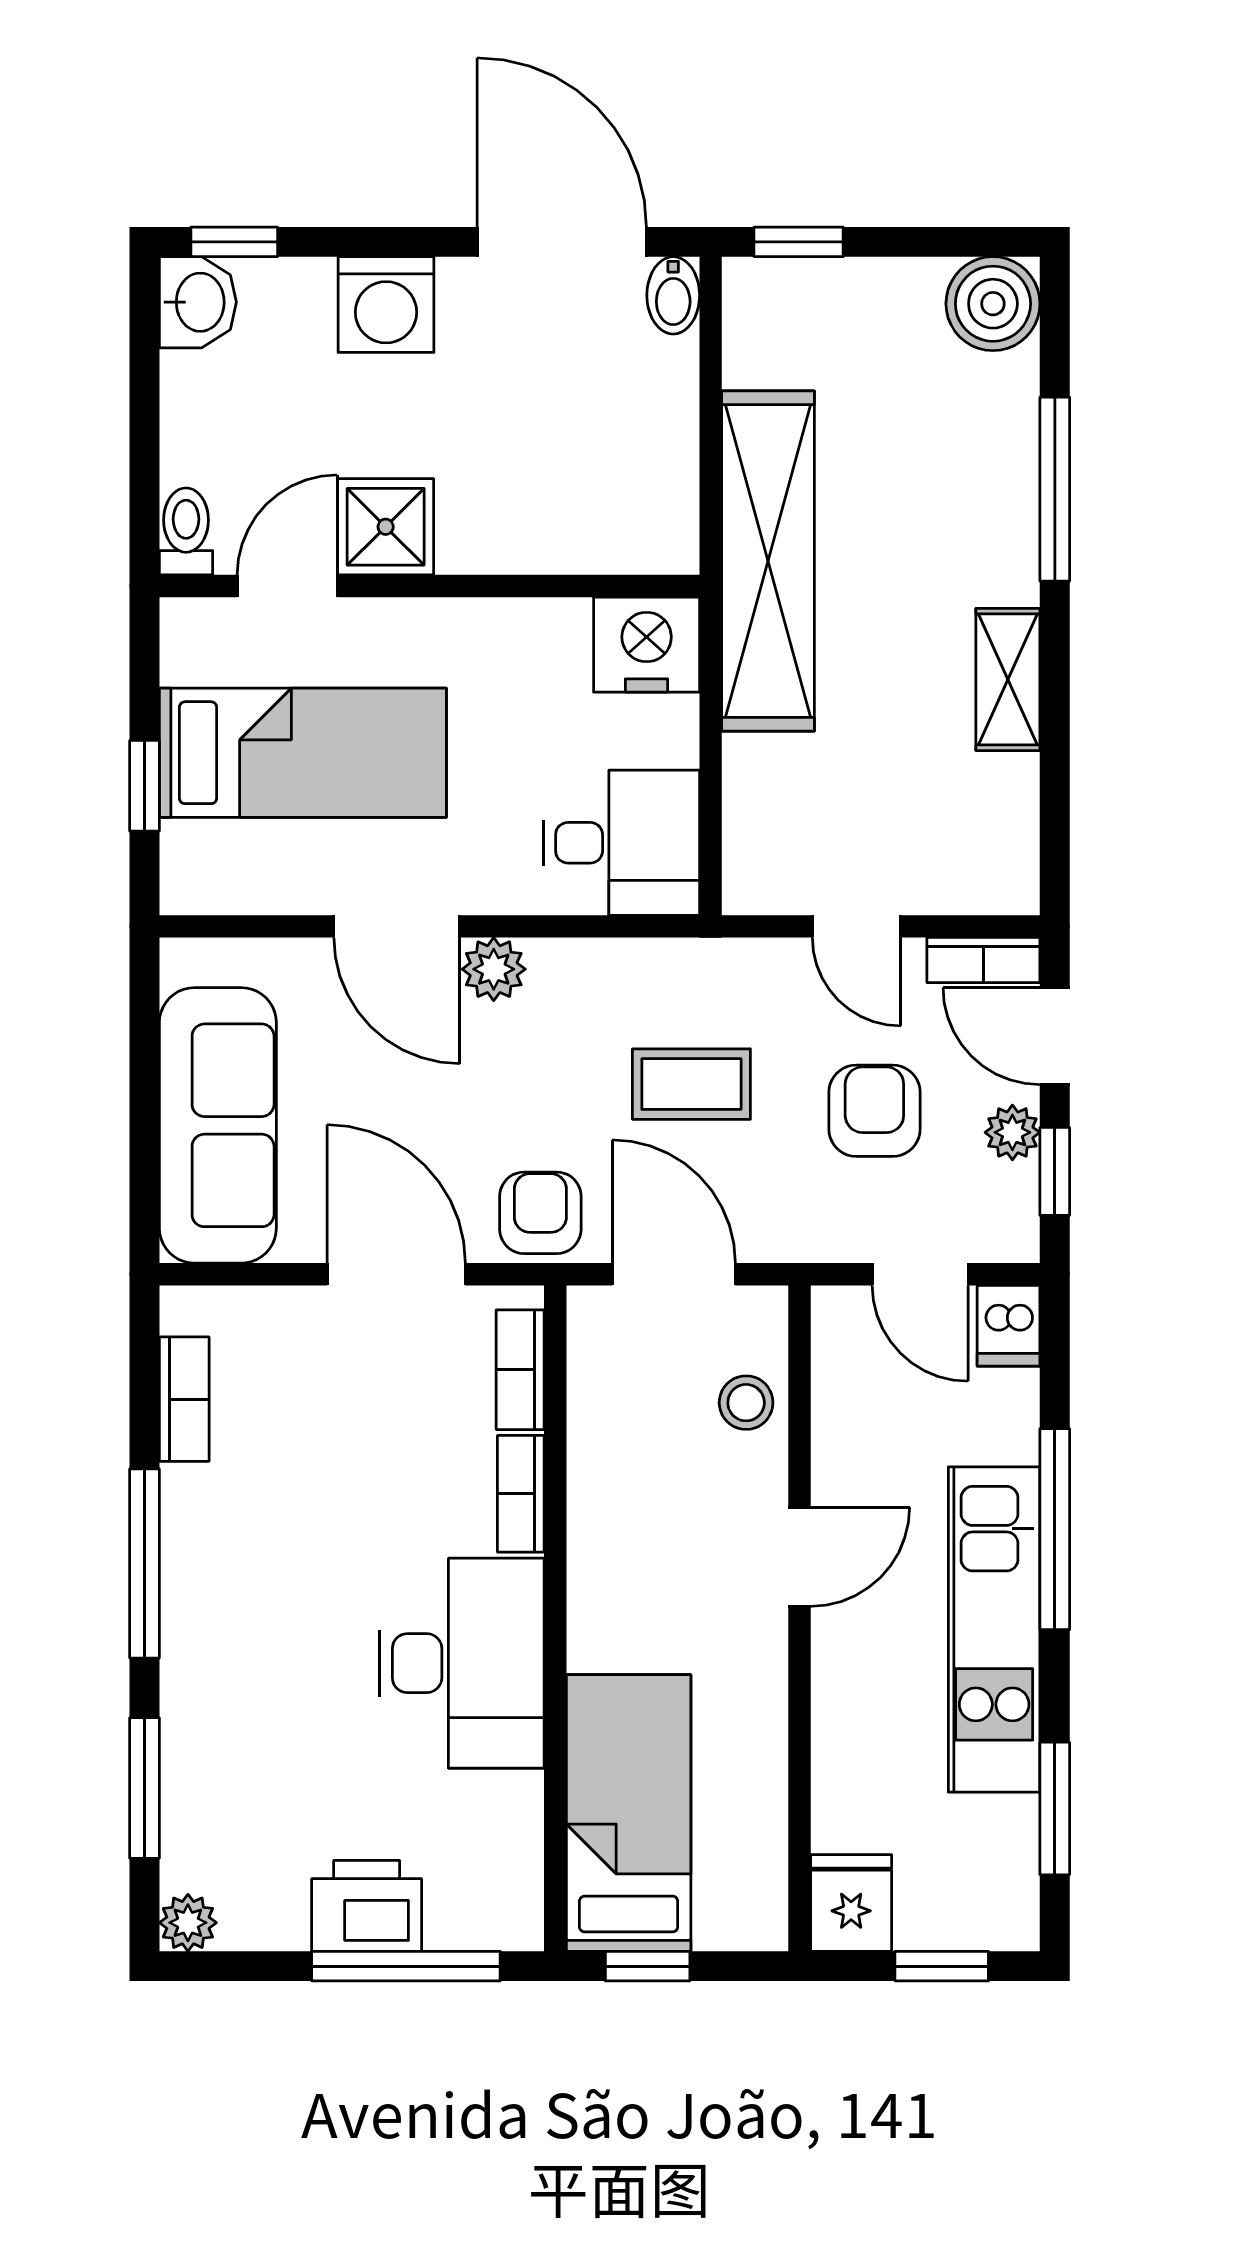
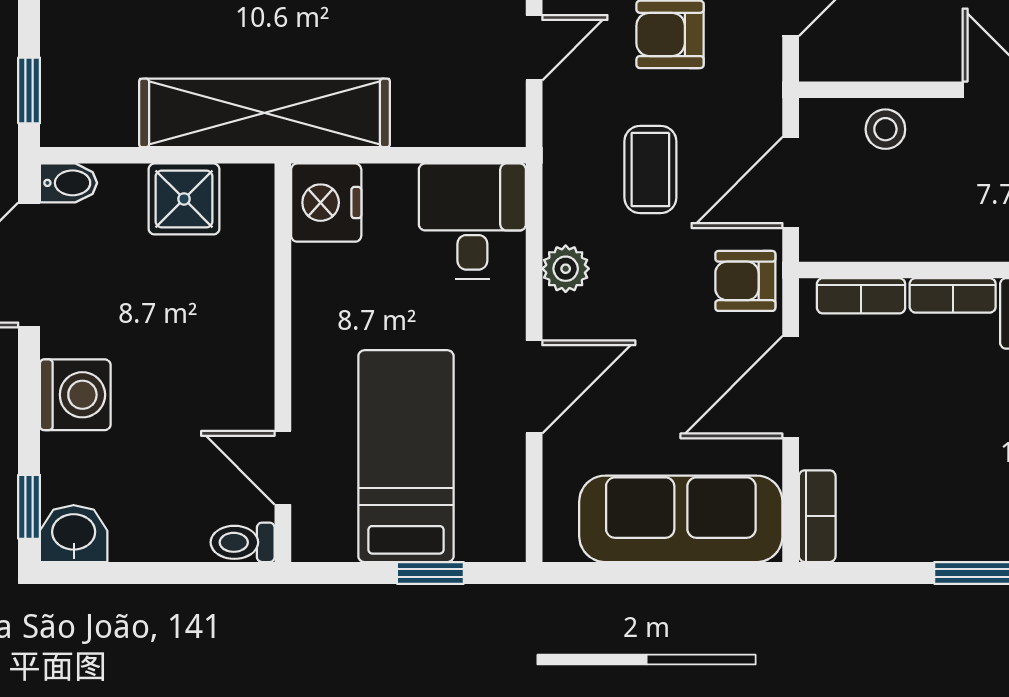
shower: (386, 527) -> (184, 199), moved
plant: (494, 969) -> (566, 269), moved
bookcase: (184, 1399) -> (817, 516), moved, turned 90

